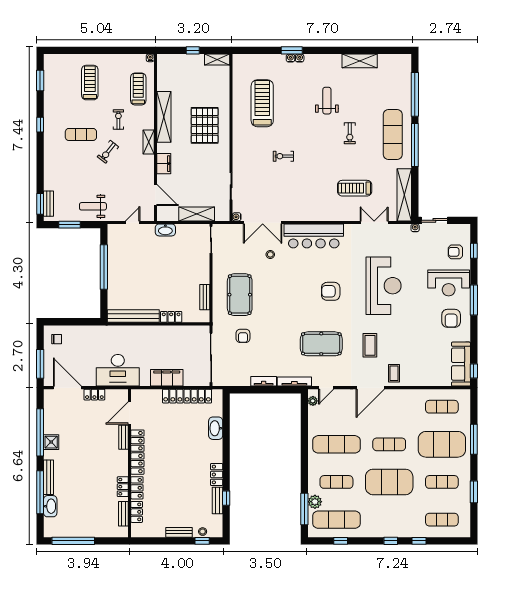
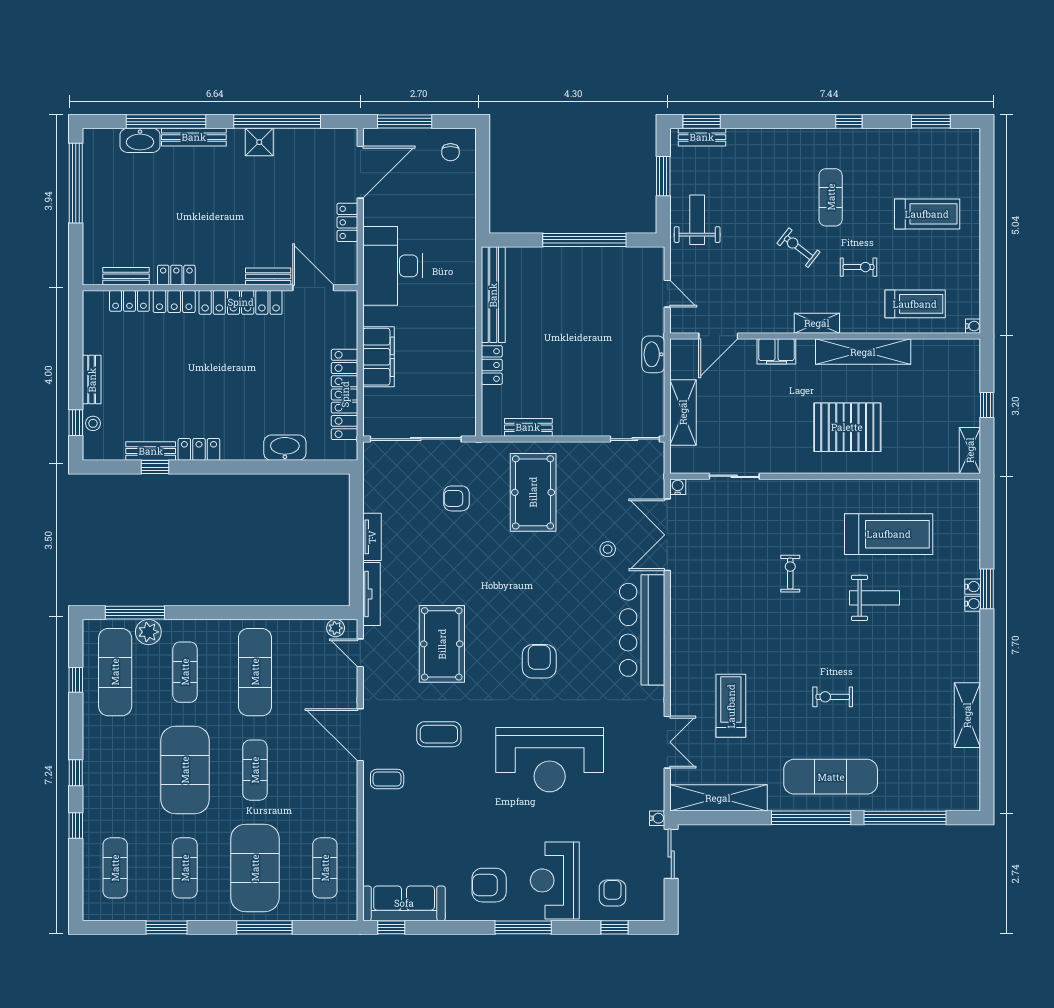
weight bench: (327, 101) -> (874, 598), moved
pool table: (240, 295) -> (533, 492), turned 90

